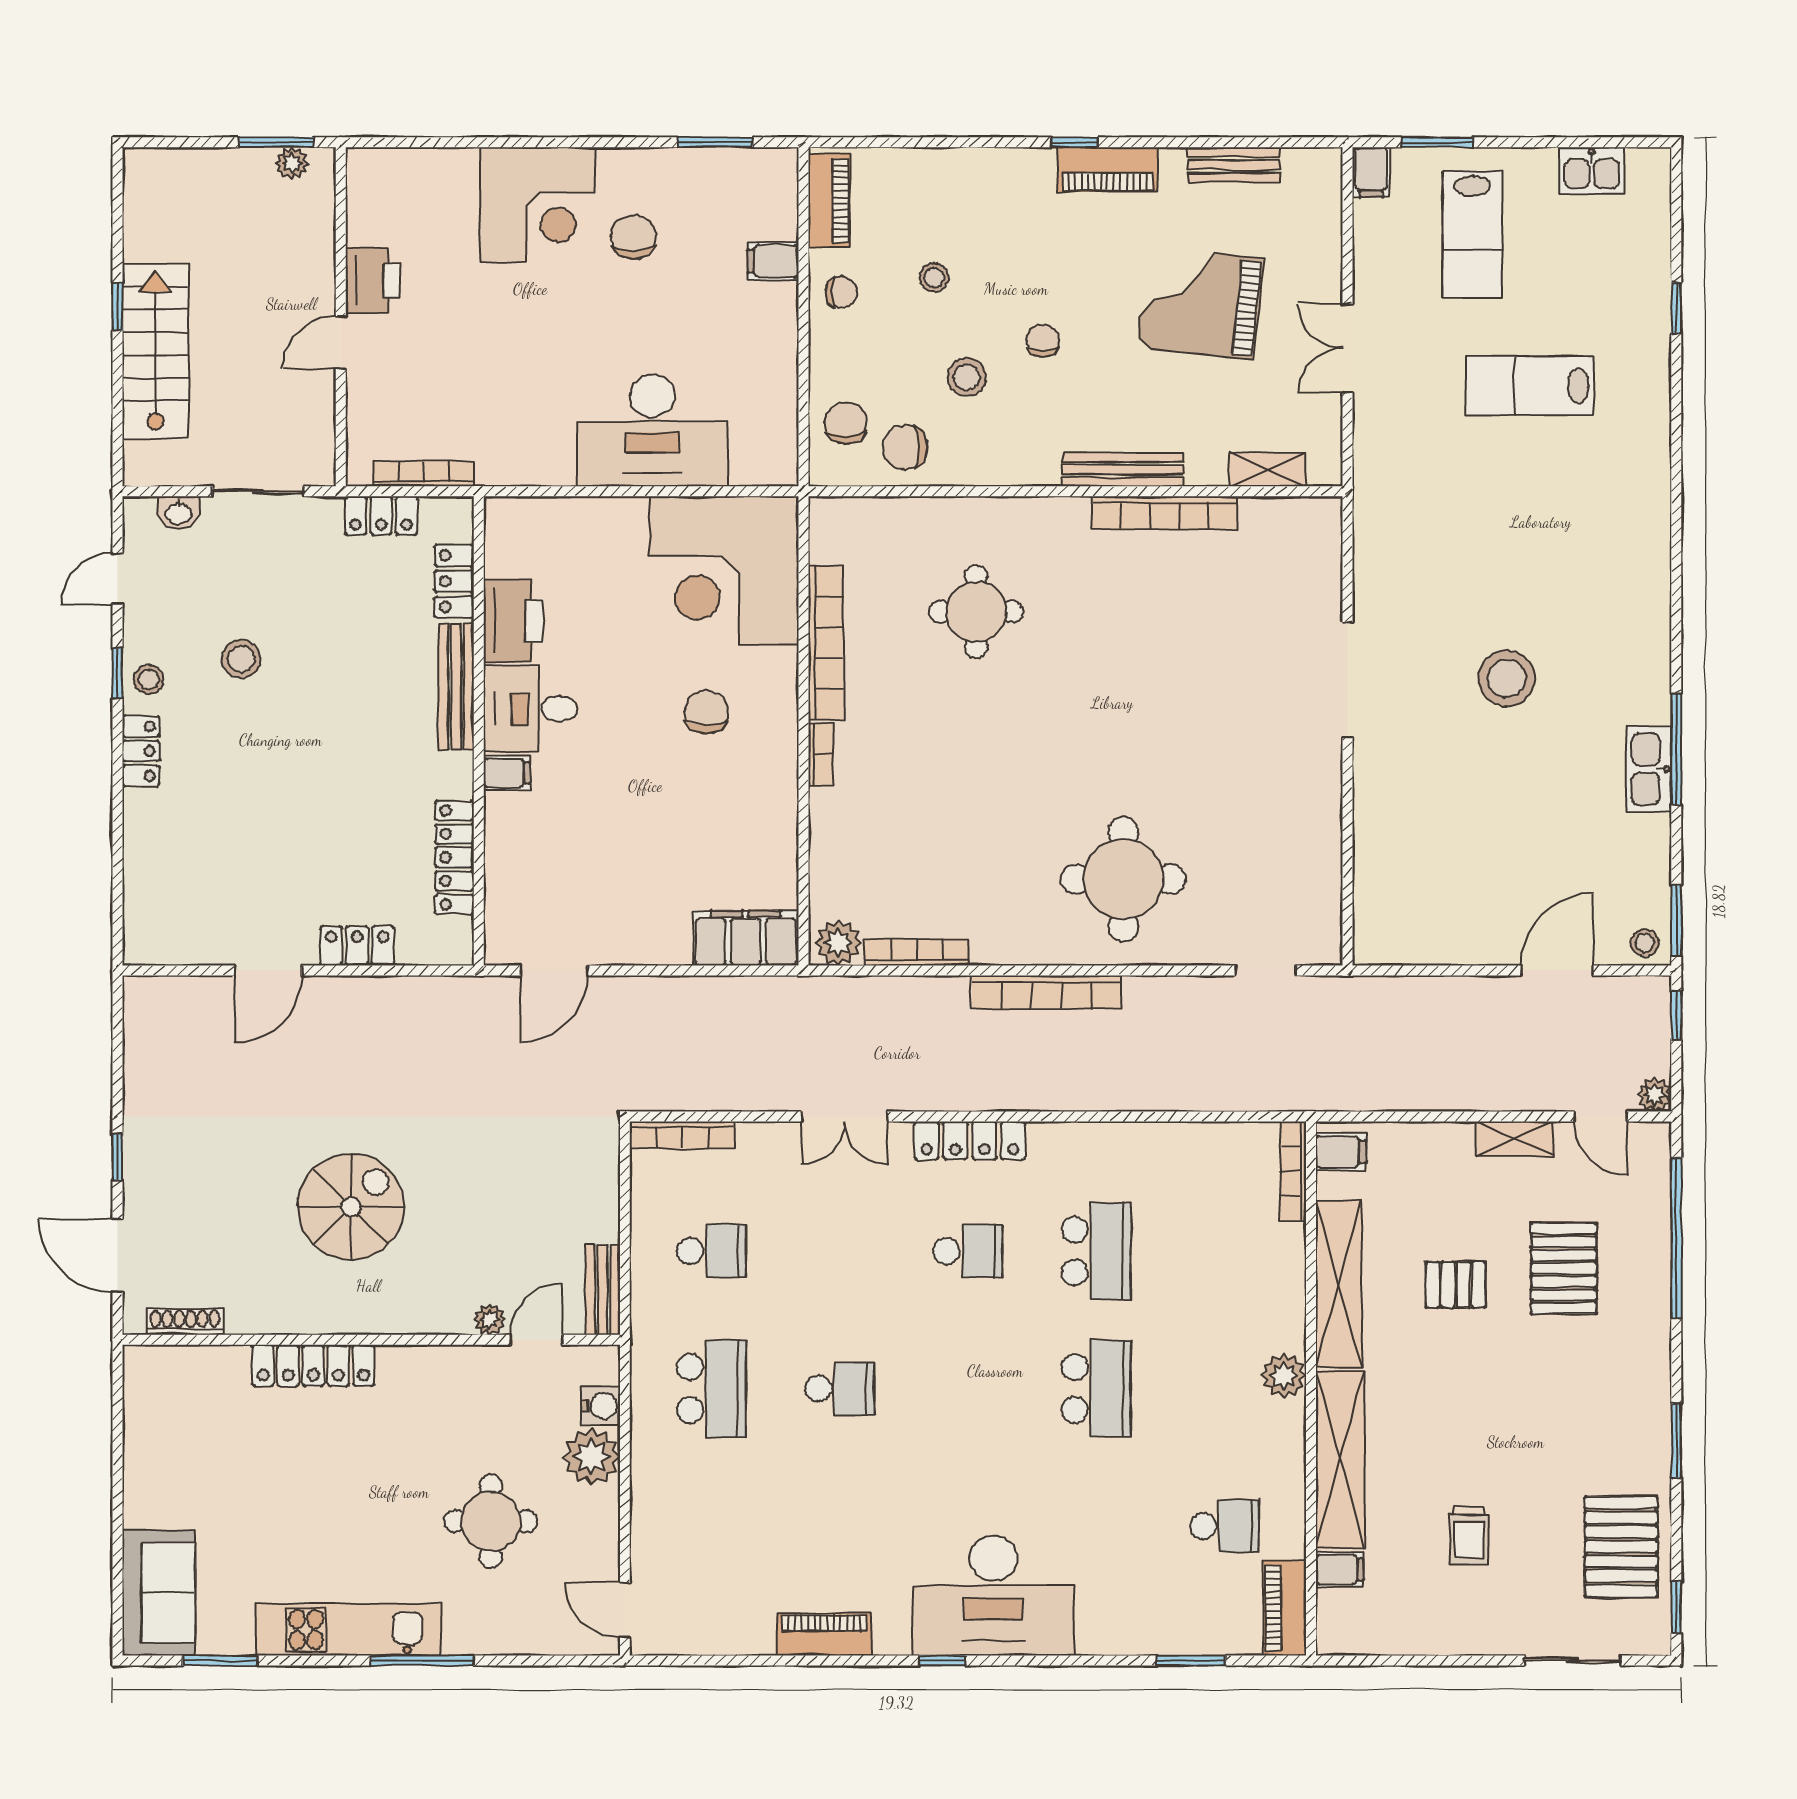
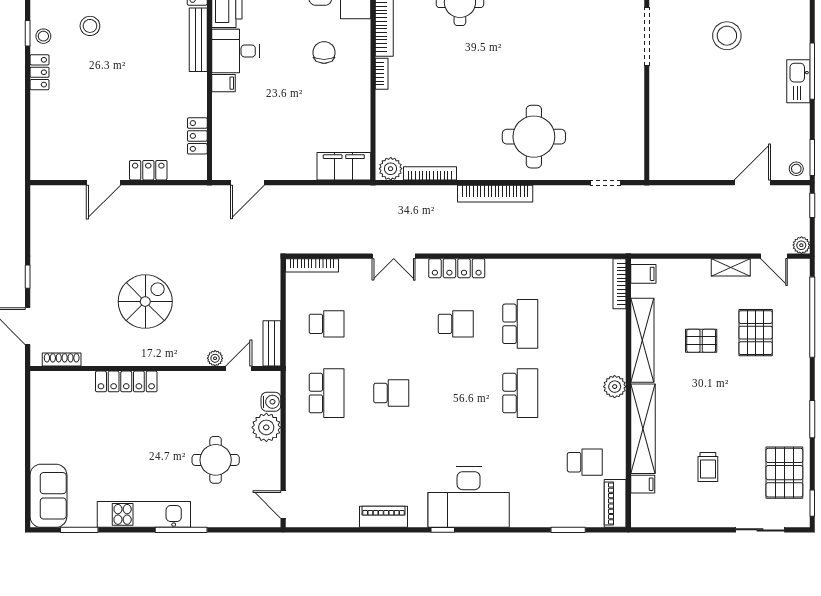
locker: (454, 857) -> (197, 136), width x0.66

